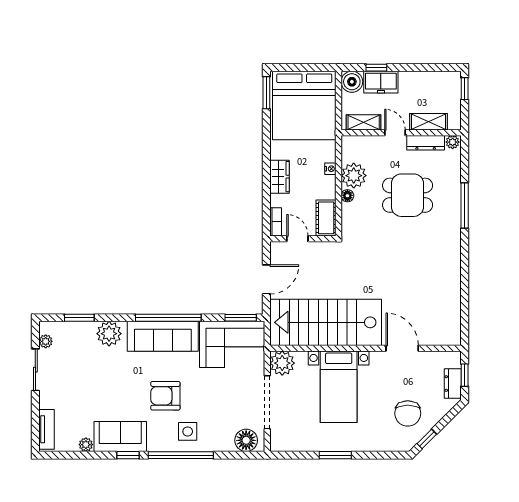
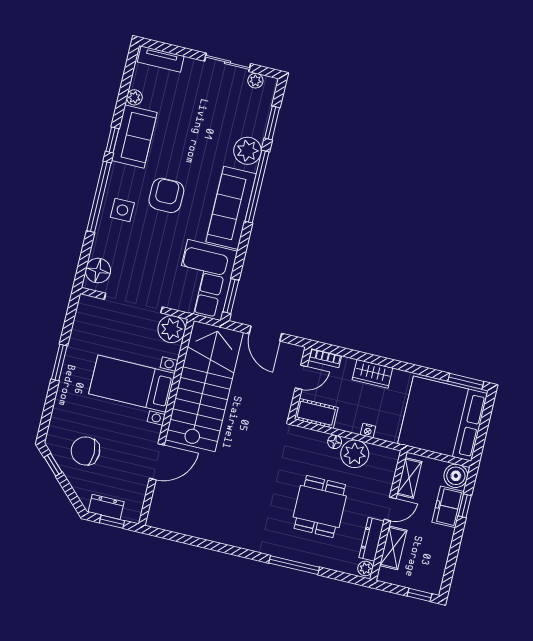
window: (168, 318) -> (257, 187), moved

